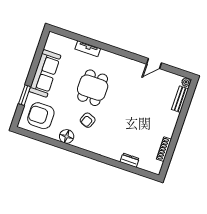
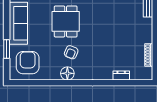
armchair: (41, 116) -> (28, 63), turned 90
floor lamp: (67, 136) -> (67, 73), moved

